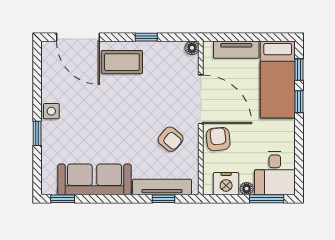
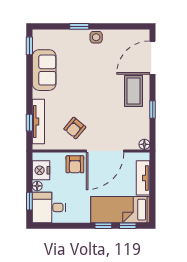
armchair: (218, 139) -> (75, 164), turned 96
sofa: (94, 179) -> (44, 70), width x0.73
window: (267, 199) -> (29, 201), width x0.67

